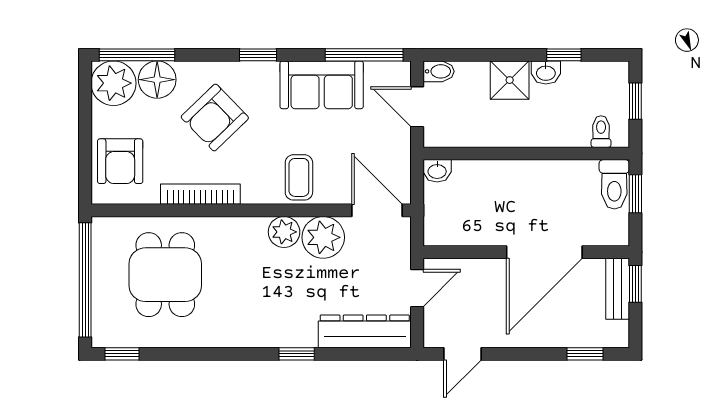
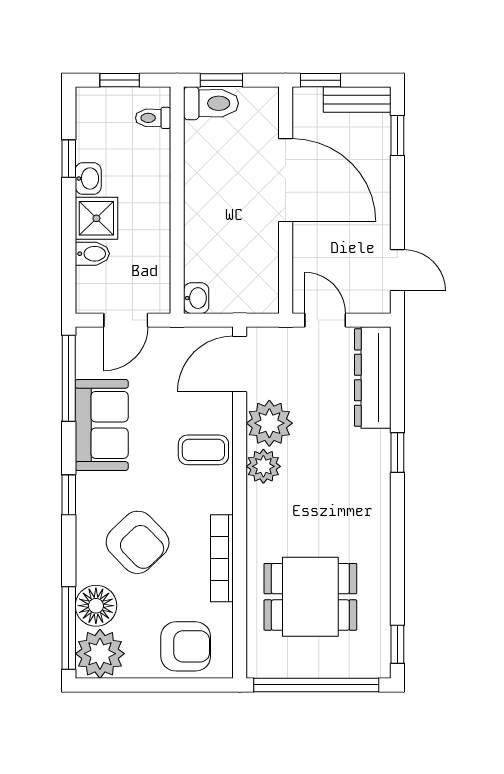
bidet: (439, 71) -> (92, 254), moved, turned 90
bench: (618, 289) -> (357, 100), moved

